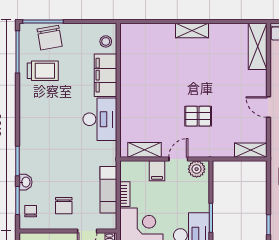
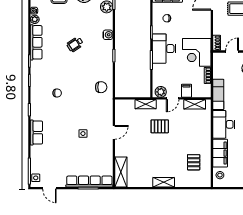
pallet: (146, 61) -> (194, 162), added
door: (268, 107) -> (114, 132), hinge flipped
shelving: (251, 150) -> (146, 104), moved
exam couch: (108, 190) -> (218, 94), moved

